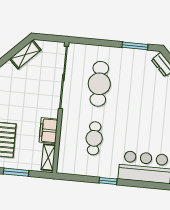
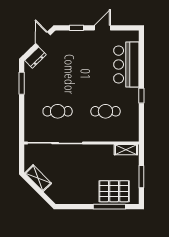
cafe table: (99, 84) -> (58, 111), width x0.73, depth x0.74
filing cabinet: (48, 131) -> (103, 152), removed

